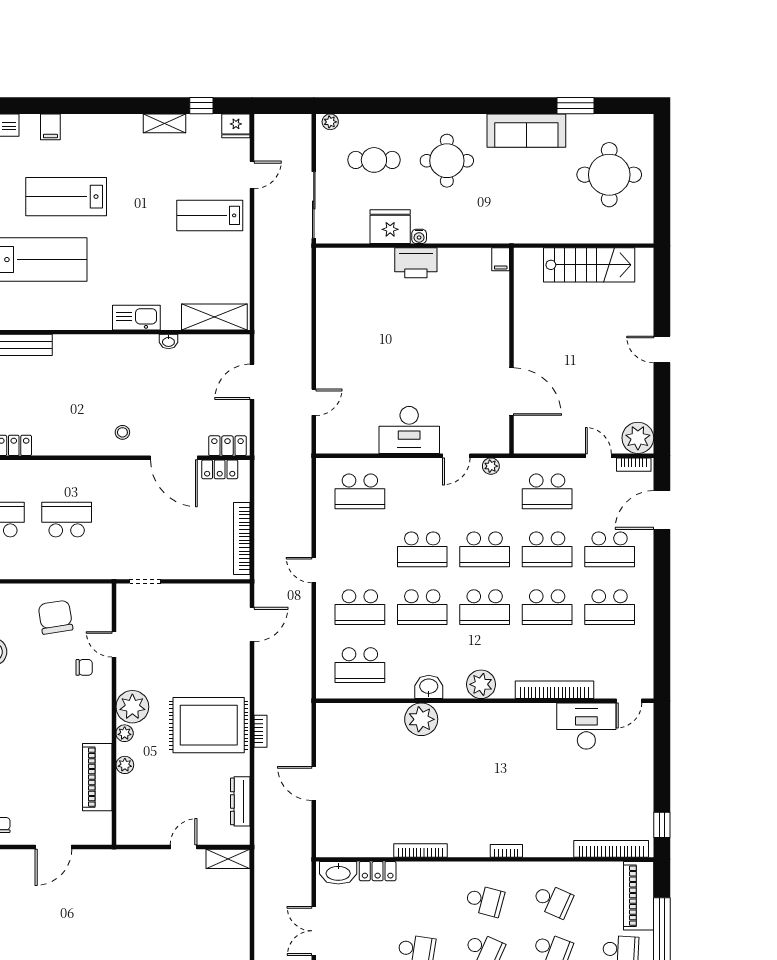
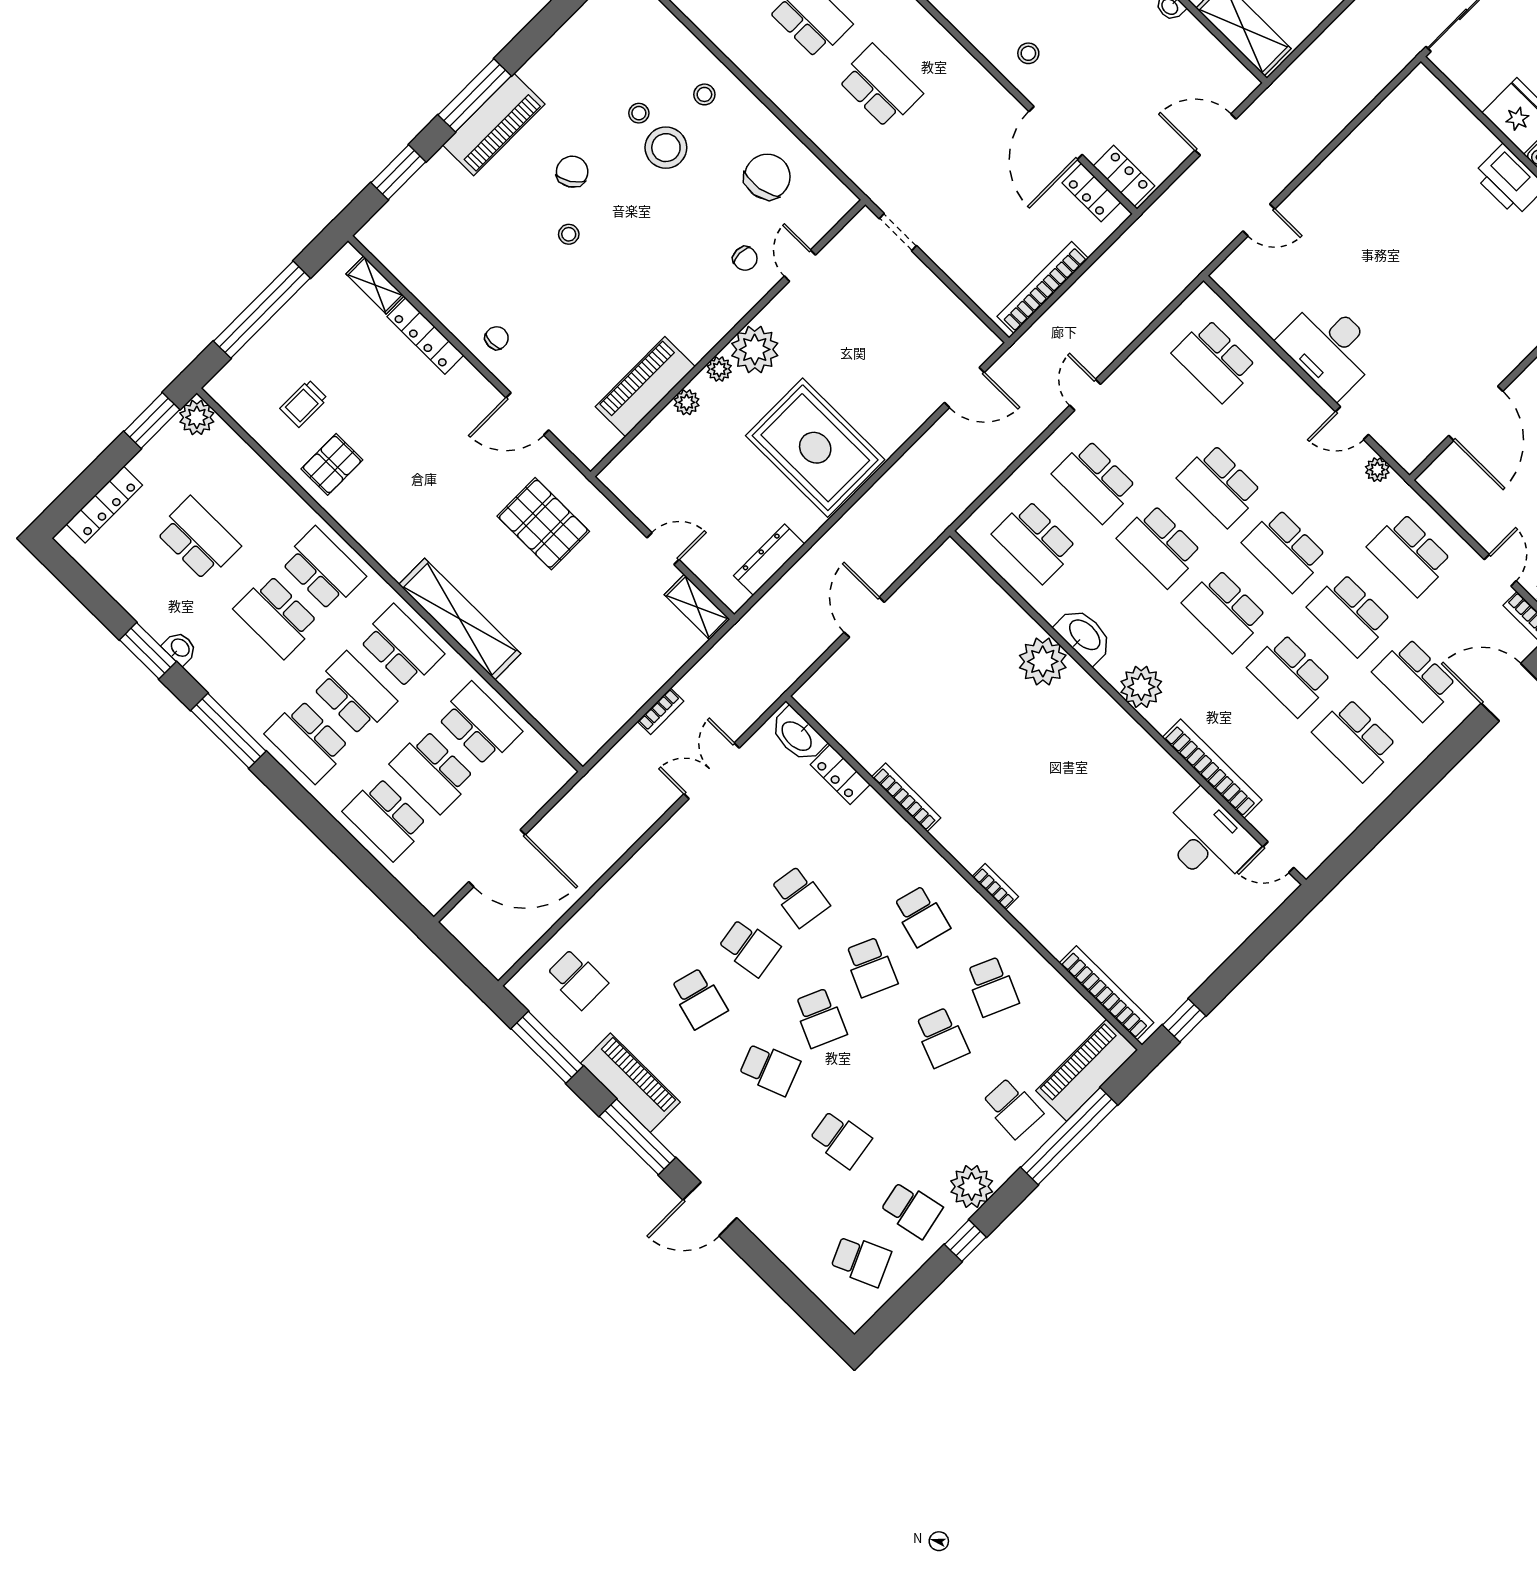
washbasin: (429, 687) -> (1084, 636), width x1.38
bookcase: (260, 731) -> (661, 711), moved
pallet: (114, 892) -> (543, 524), added

